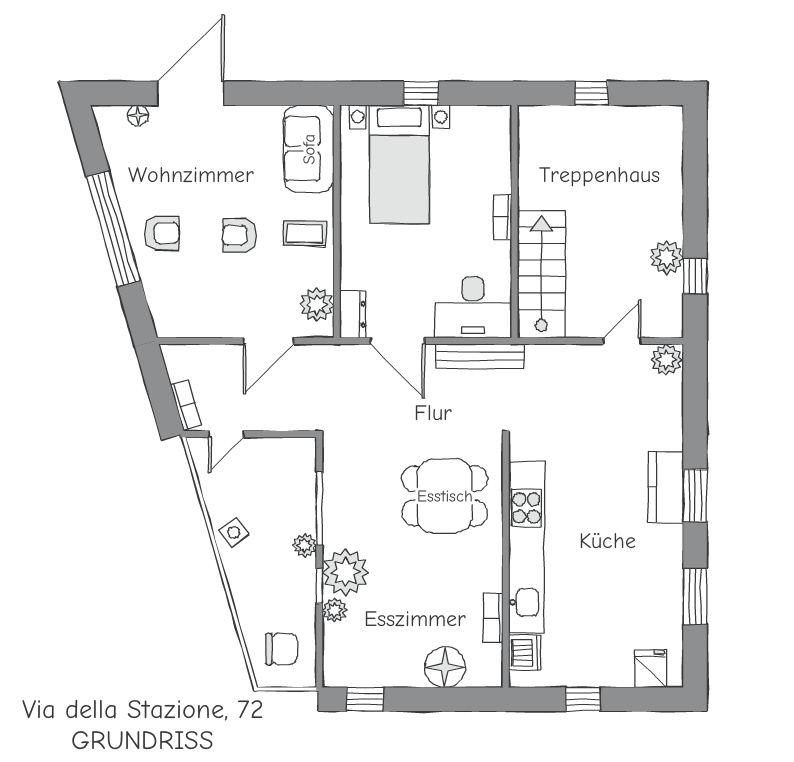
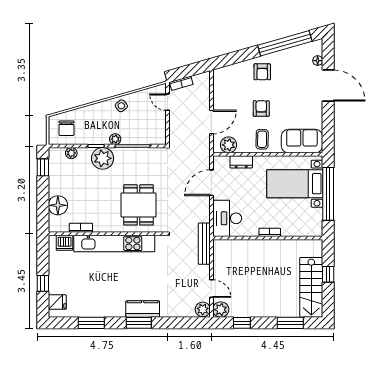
window: (421, 93) -> (328, 194), width x3.17
window: (695, 174) -> (290, 323), added
window: (113, 229) -> (285, 43), moved
plant: (667, 258) -> (221, 310), moved
stairs: (541, 274) -> (311, 287), moved, turned 90
dresser: (353, 314) -> (241, 162), moved
door: (268, 341) -> (211, 122), swing flipped
bench: (480, 356) -> (204, 244), moved
plant: (334, 610) -> (71, 153), moved
window: (583, 699) -> (43, 283), moved

